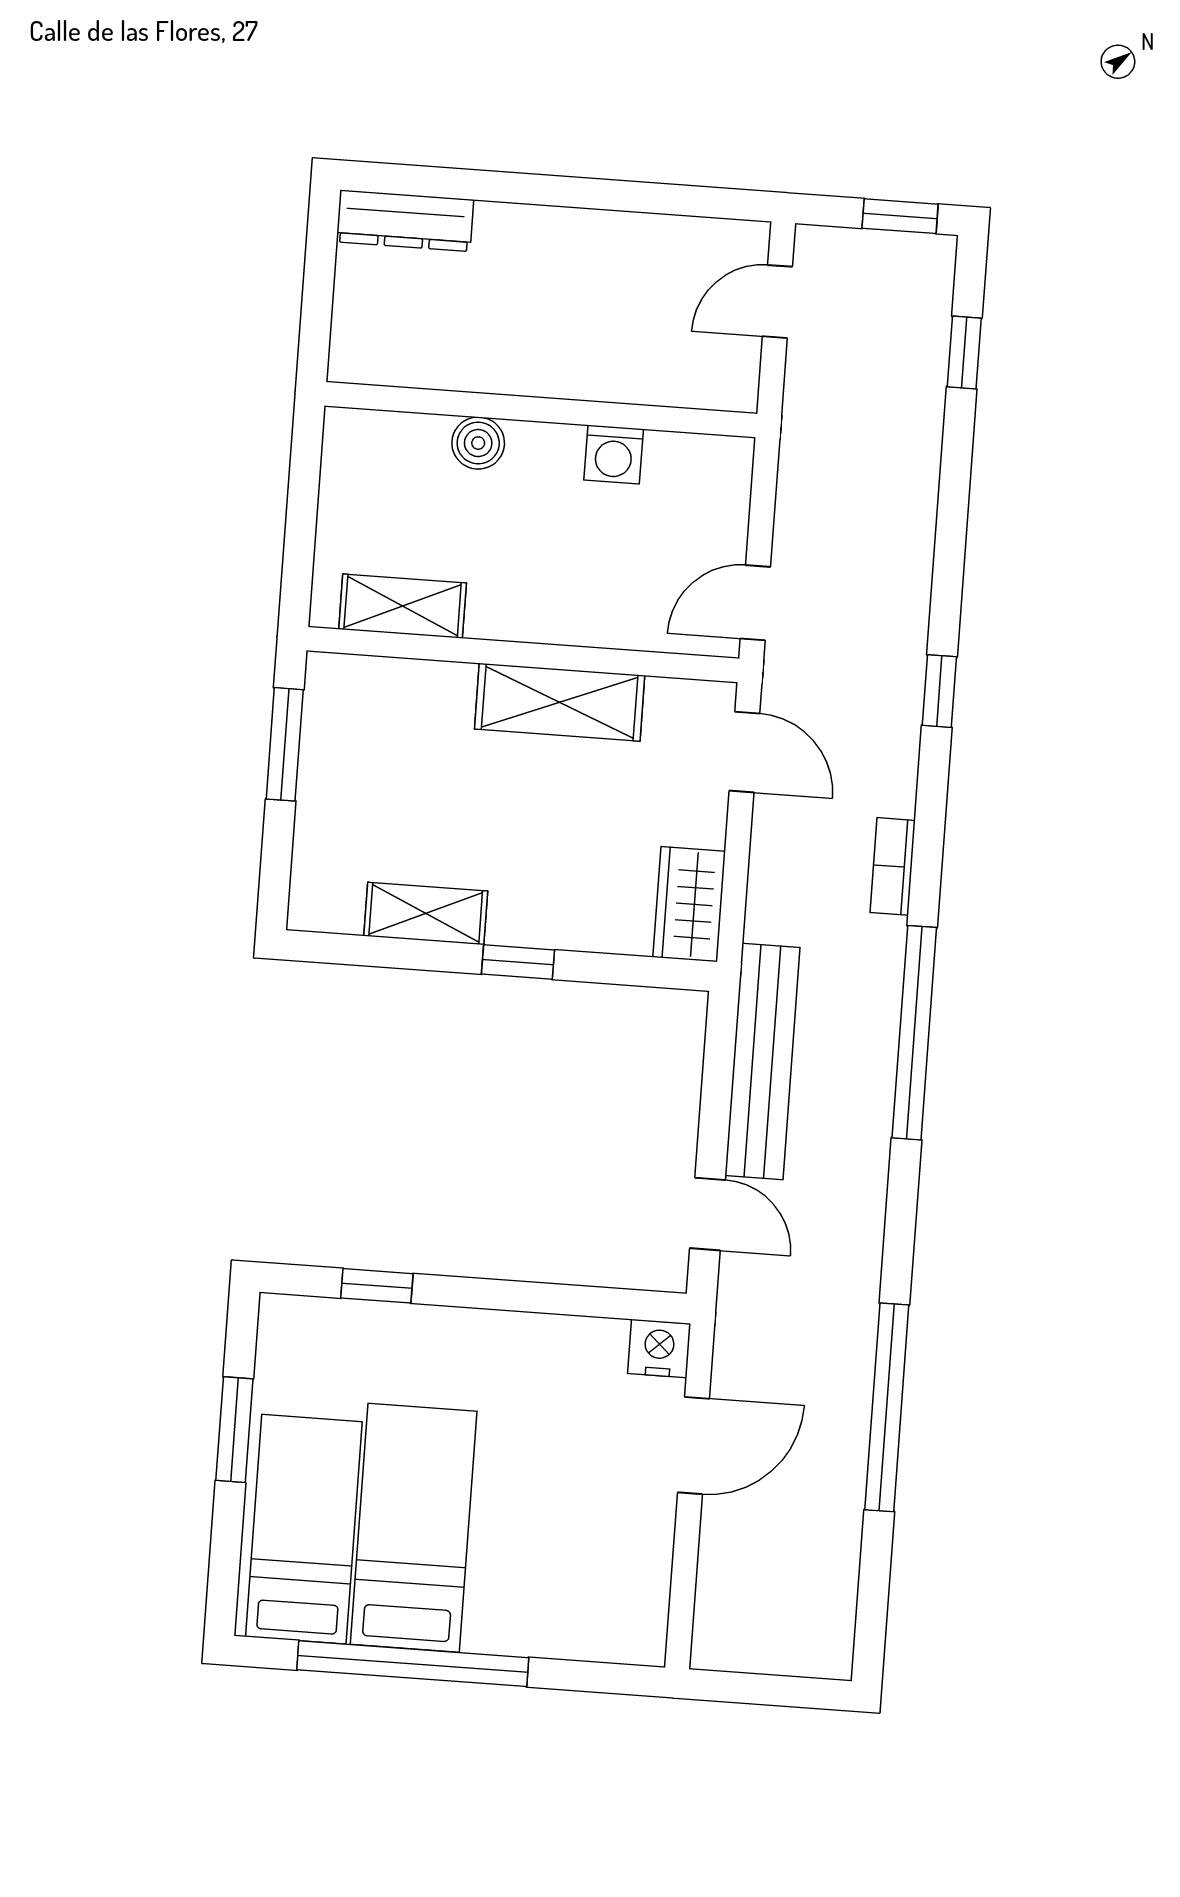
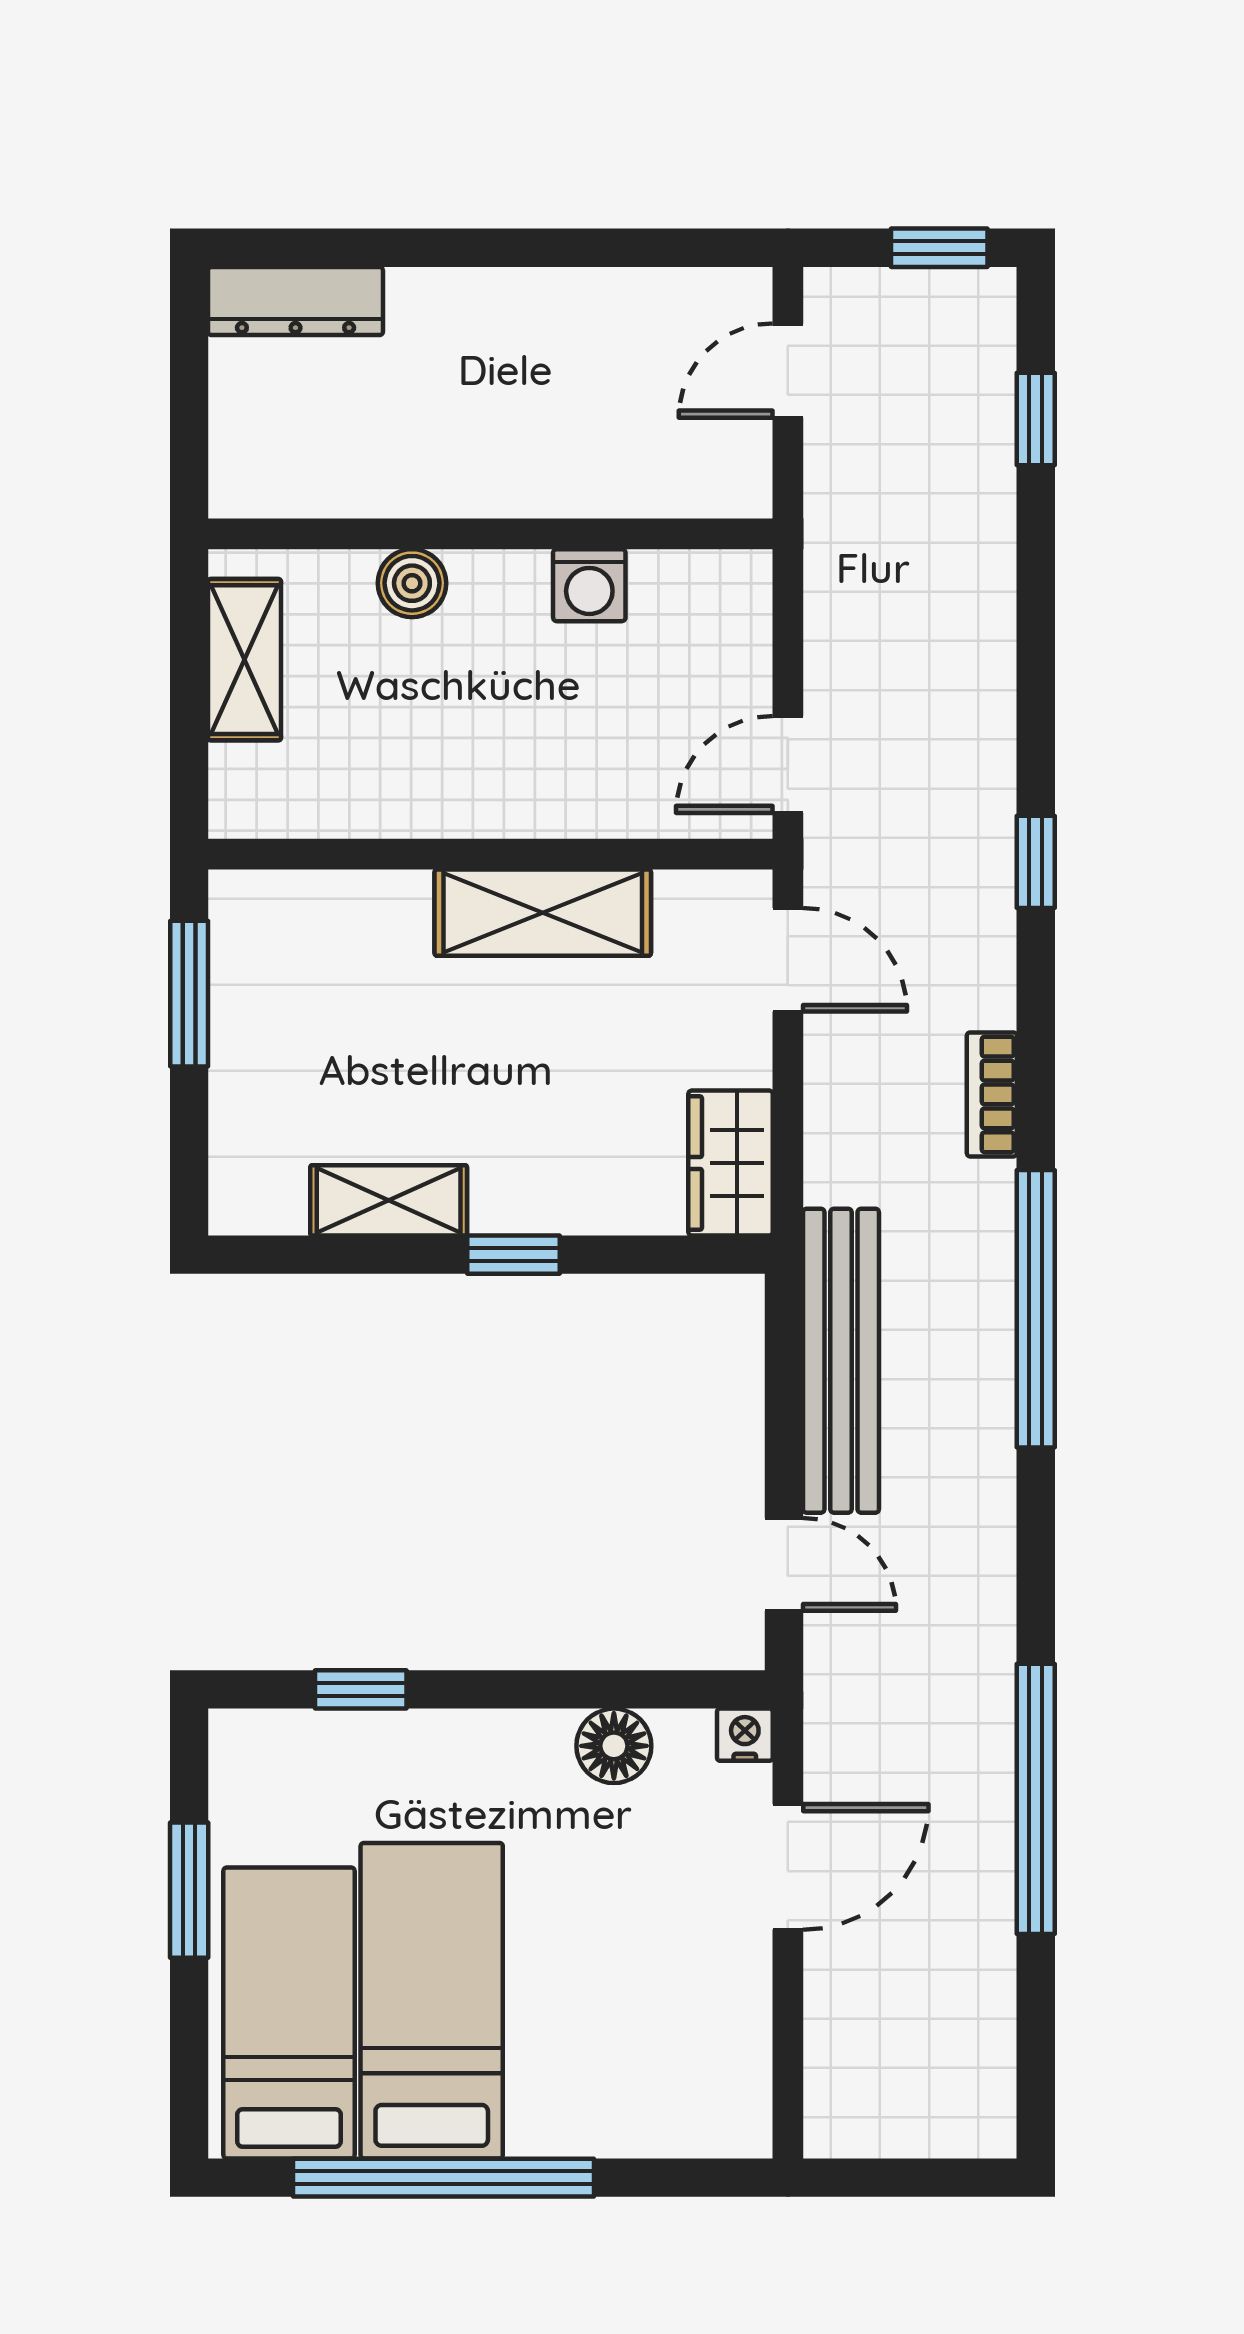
shelving: (403, 606) -> (244, 660), moved, turned 90
floor lamp: (567, 1343) -> (614, 1746), added
nightstand: (659, 1349) -> (745, 1735), width x0.72, depth x0.74

